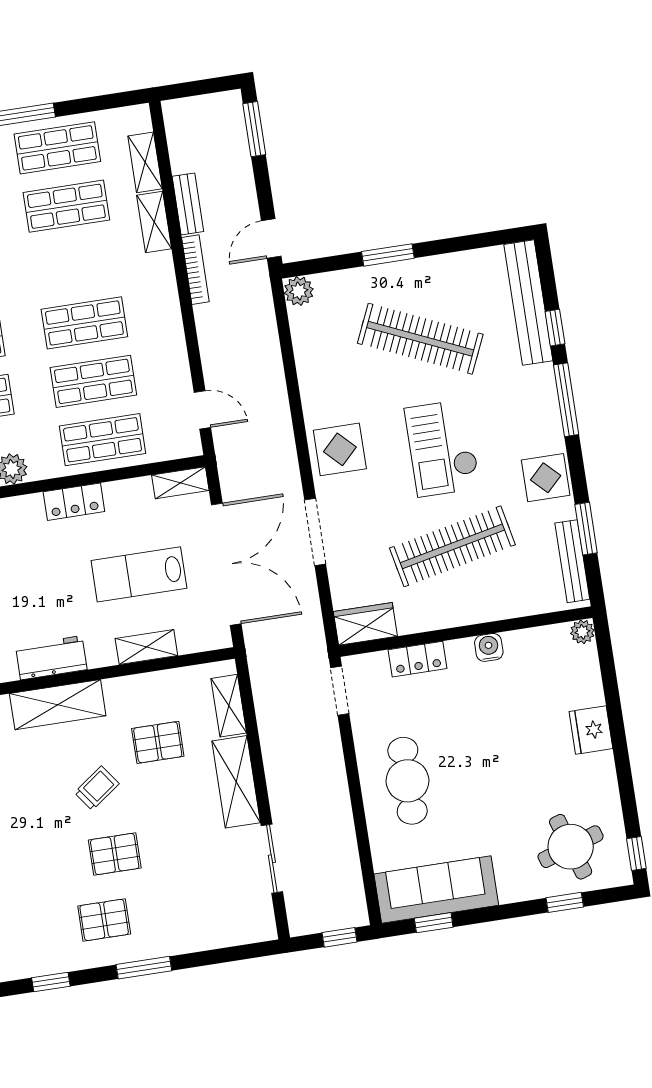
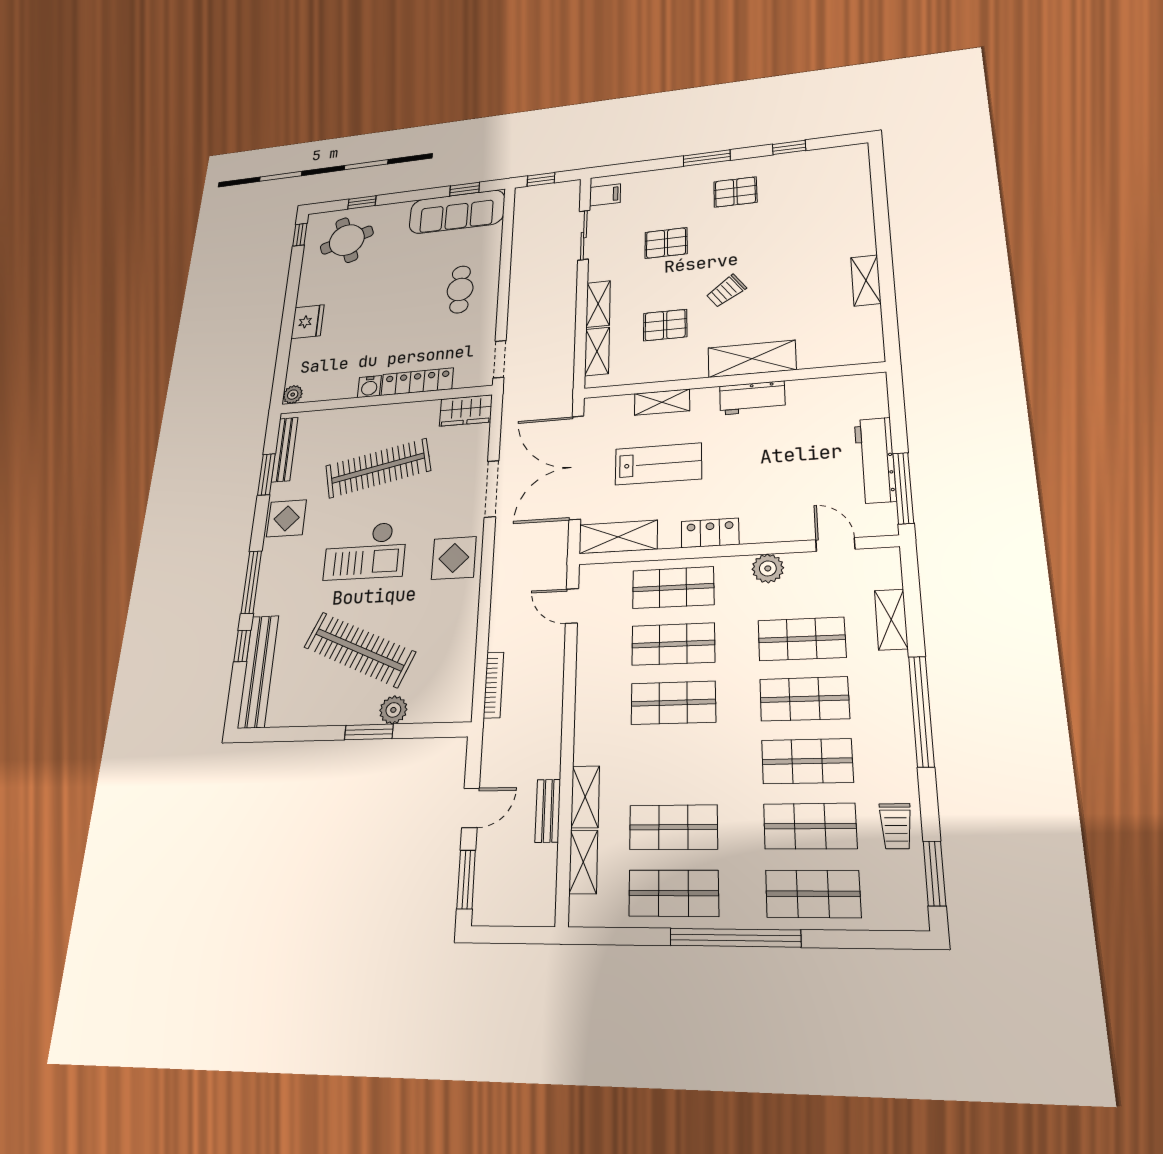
door: (271, 239) -> (471, 808), moved
bookcase: (195, 270) -> (493, 685), moved, turned 180
plant: (299, 291) -> (393, 710), moved
checkout: (442, 448) -> (365, 551), turned 90
shelving: (180, 483) -> (618, 537), width x1.50, depth x1.33
locker: (418, 659) -> (417, 382), width x1.53
cafe table: (408, 781) -> (460, 289), width x0.73, depth x0.74
shelving: (236, 782) -> (598, 304), width x0.67, depth x0.75
pallet: (115, 854) -> (666, 243), moved
filing cabinet: (256, 915) -> (605, 195), added

